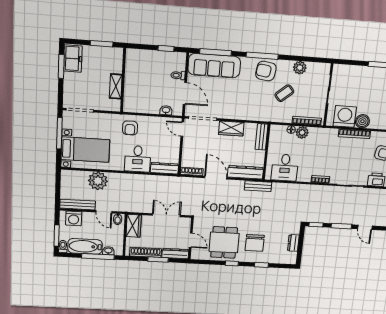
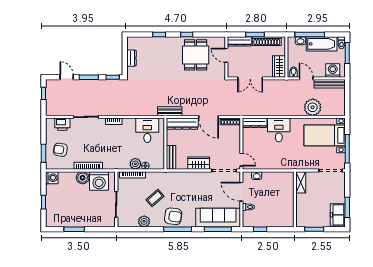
shelving: (116, 86) -> (301, 182), moved
armchair: (130, 128) -> (287, 158), removed
chair: (255, 243) -> (167, 56), removed

